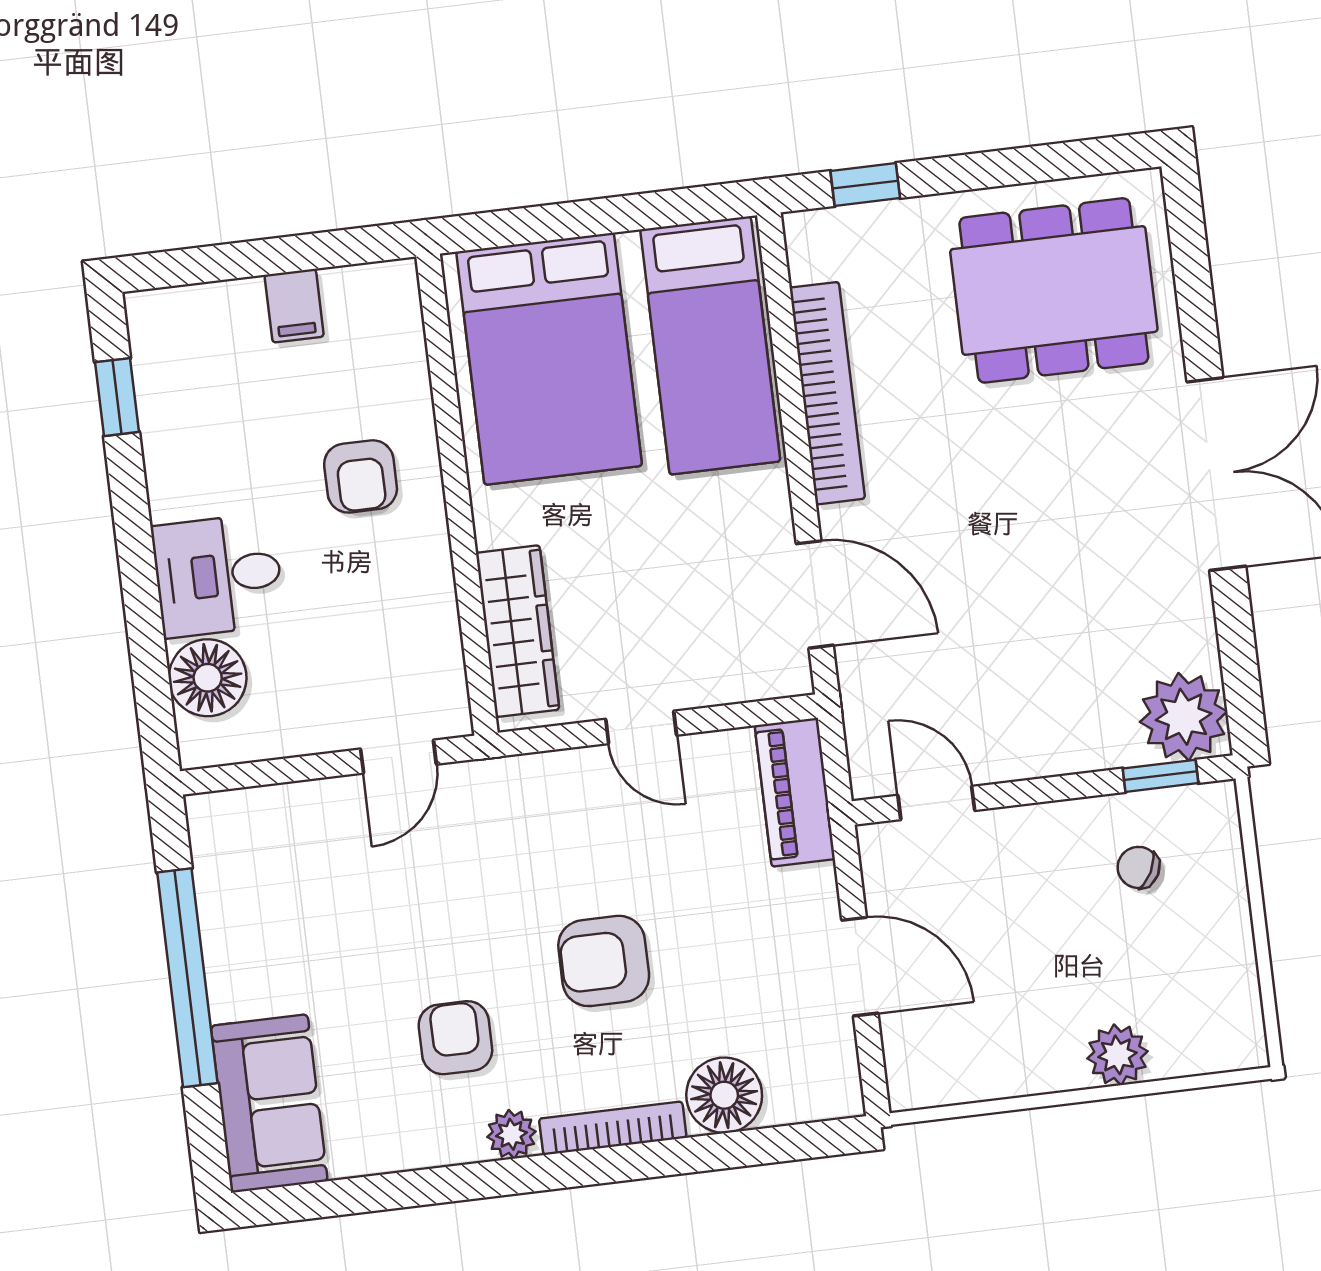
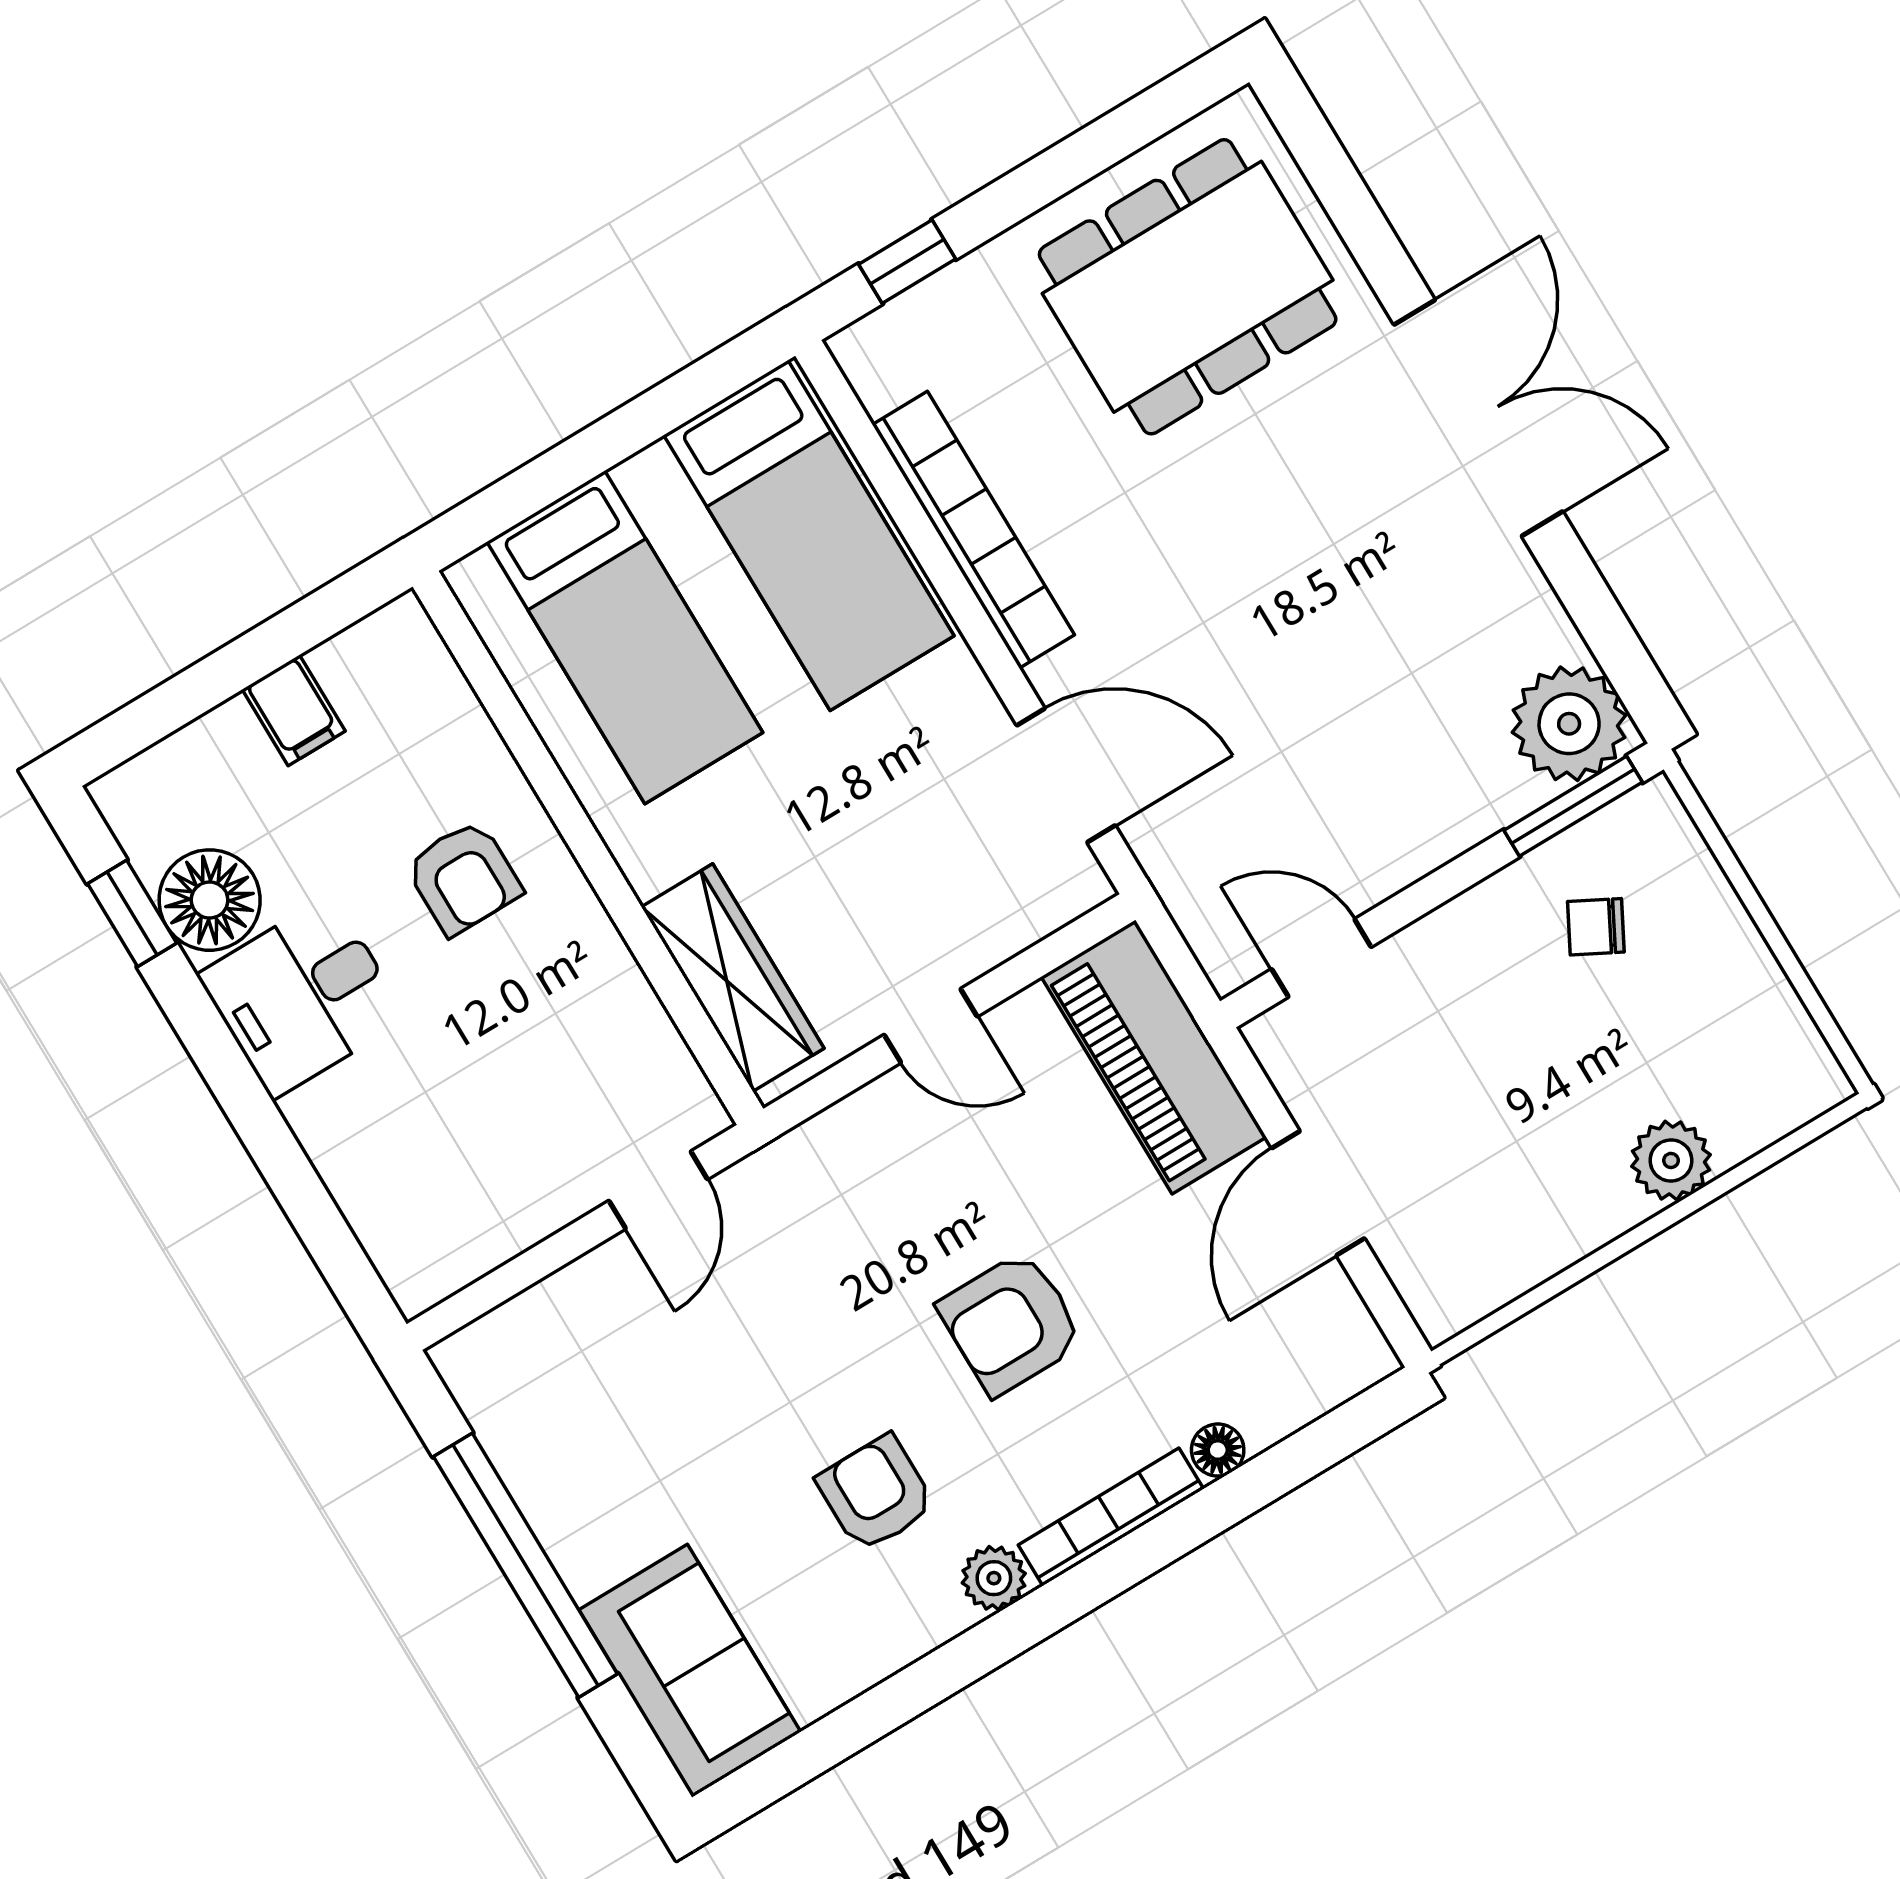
bed: (549, 359) -> (625, 637), width x0.67
desk: (218, 575) -> (302, 997), moved
floor lamp: (208, 678) -> (210, 900), moved
window: (1160, 776) -> (1573, 806), width x1.50
piano: (795, 792) -> (1154, 1057), width x1.37, depth x1.33
door: (860, 967) -> (1318, 1193), swing flipped
floor lamp: (724, 1095) -> (1218, 1450), width x0.53, depth x0.53

